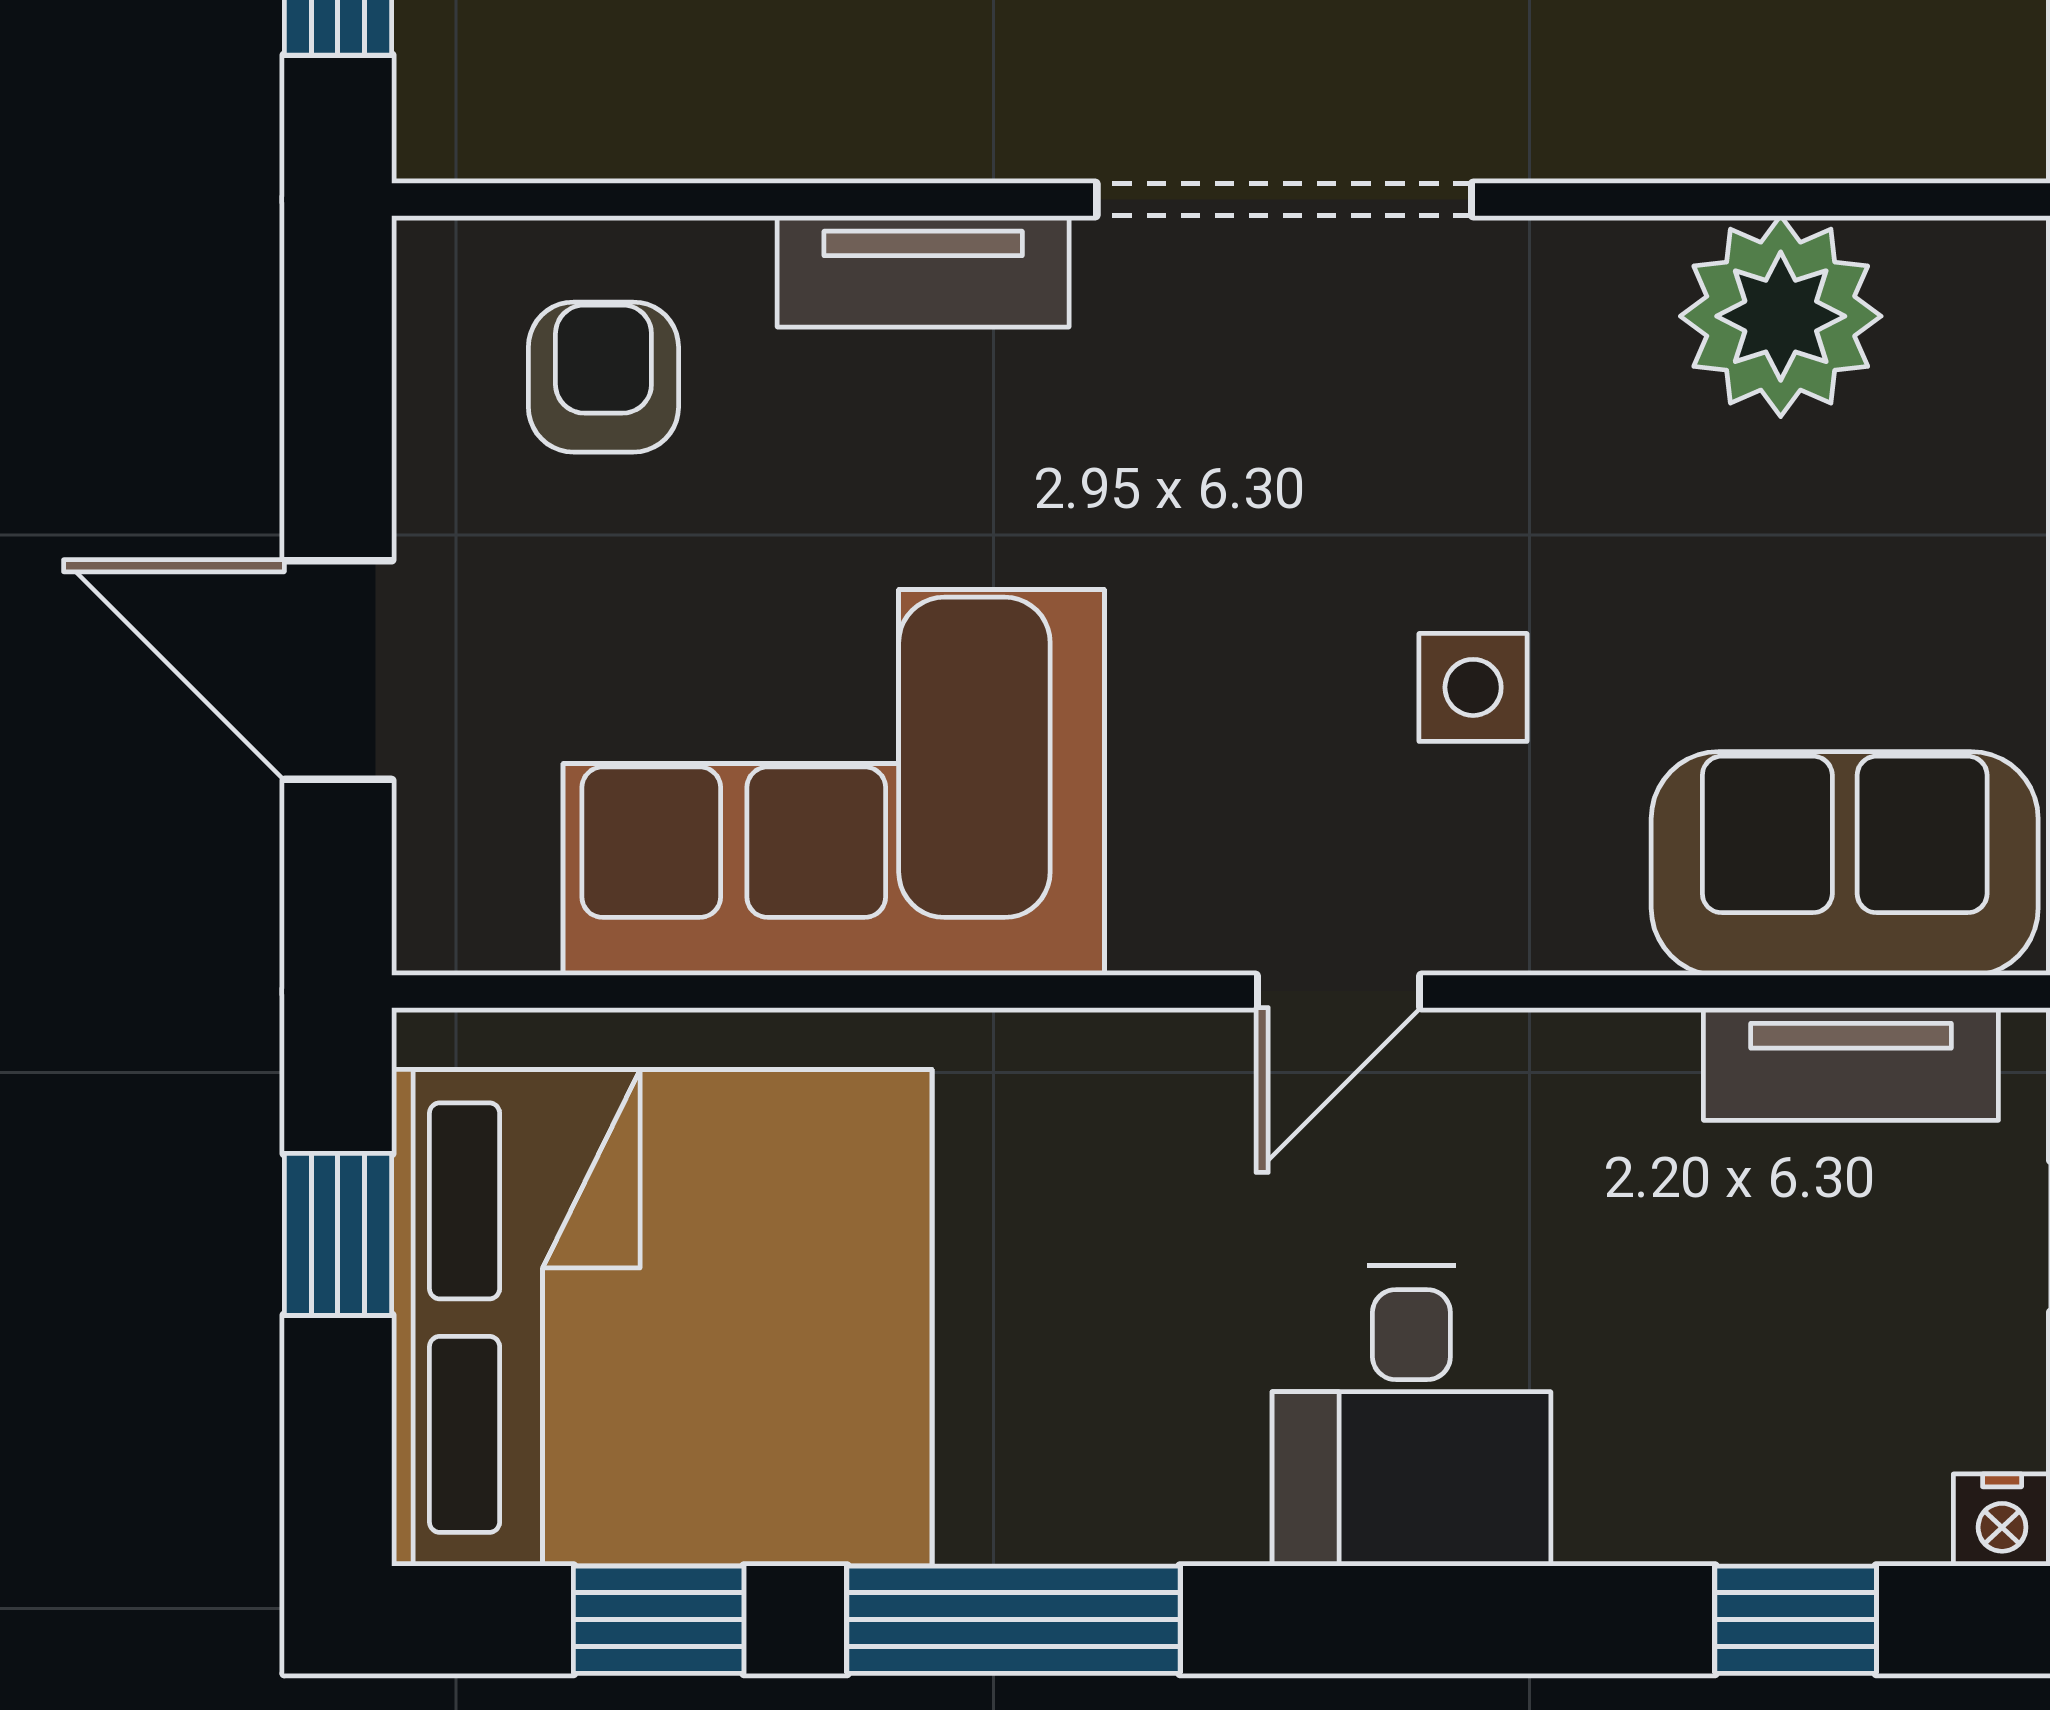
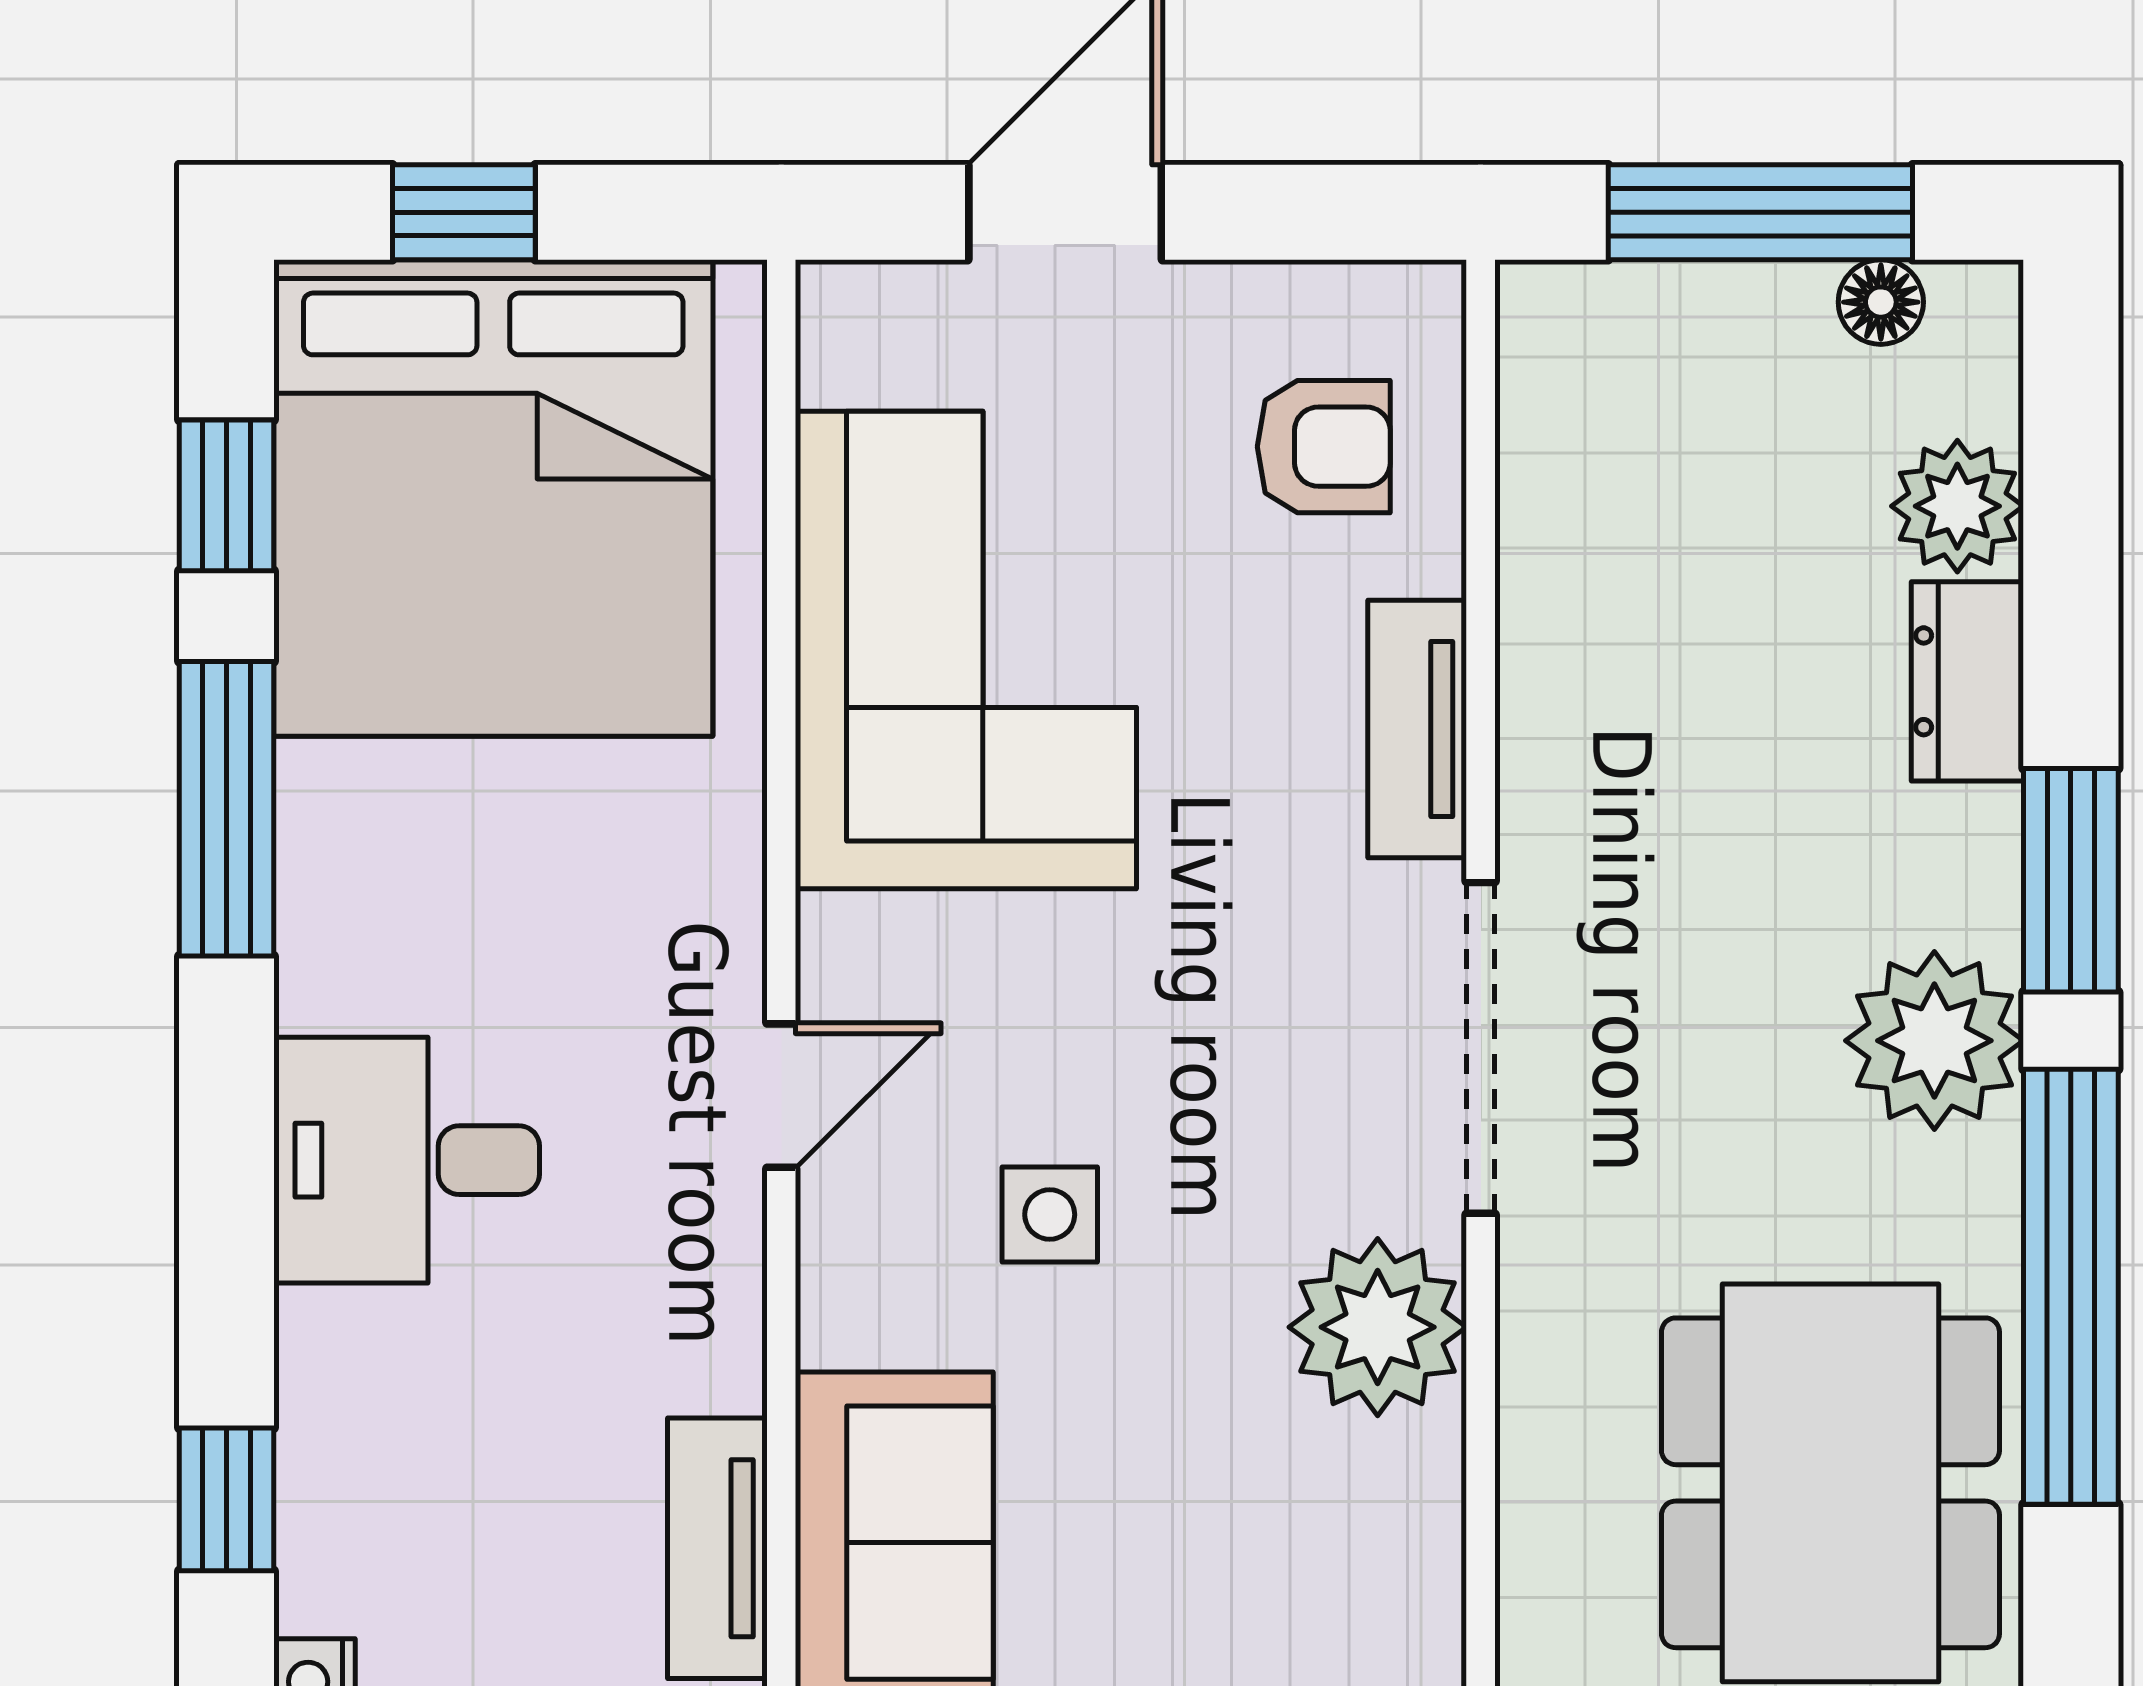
plant: (1781, 316) -> (1378, 1327), moved
door: (1338, 991) -> (781, 1096), swing flipped
window: (338, 1234) -> (464, 212), moved

